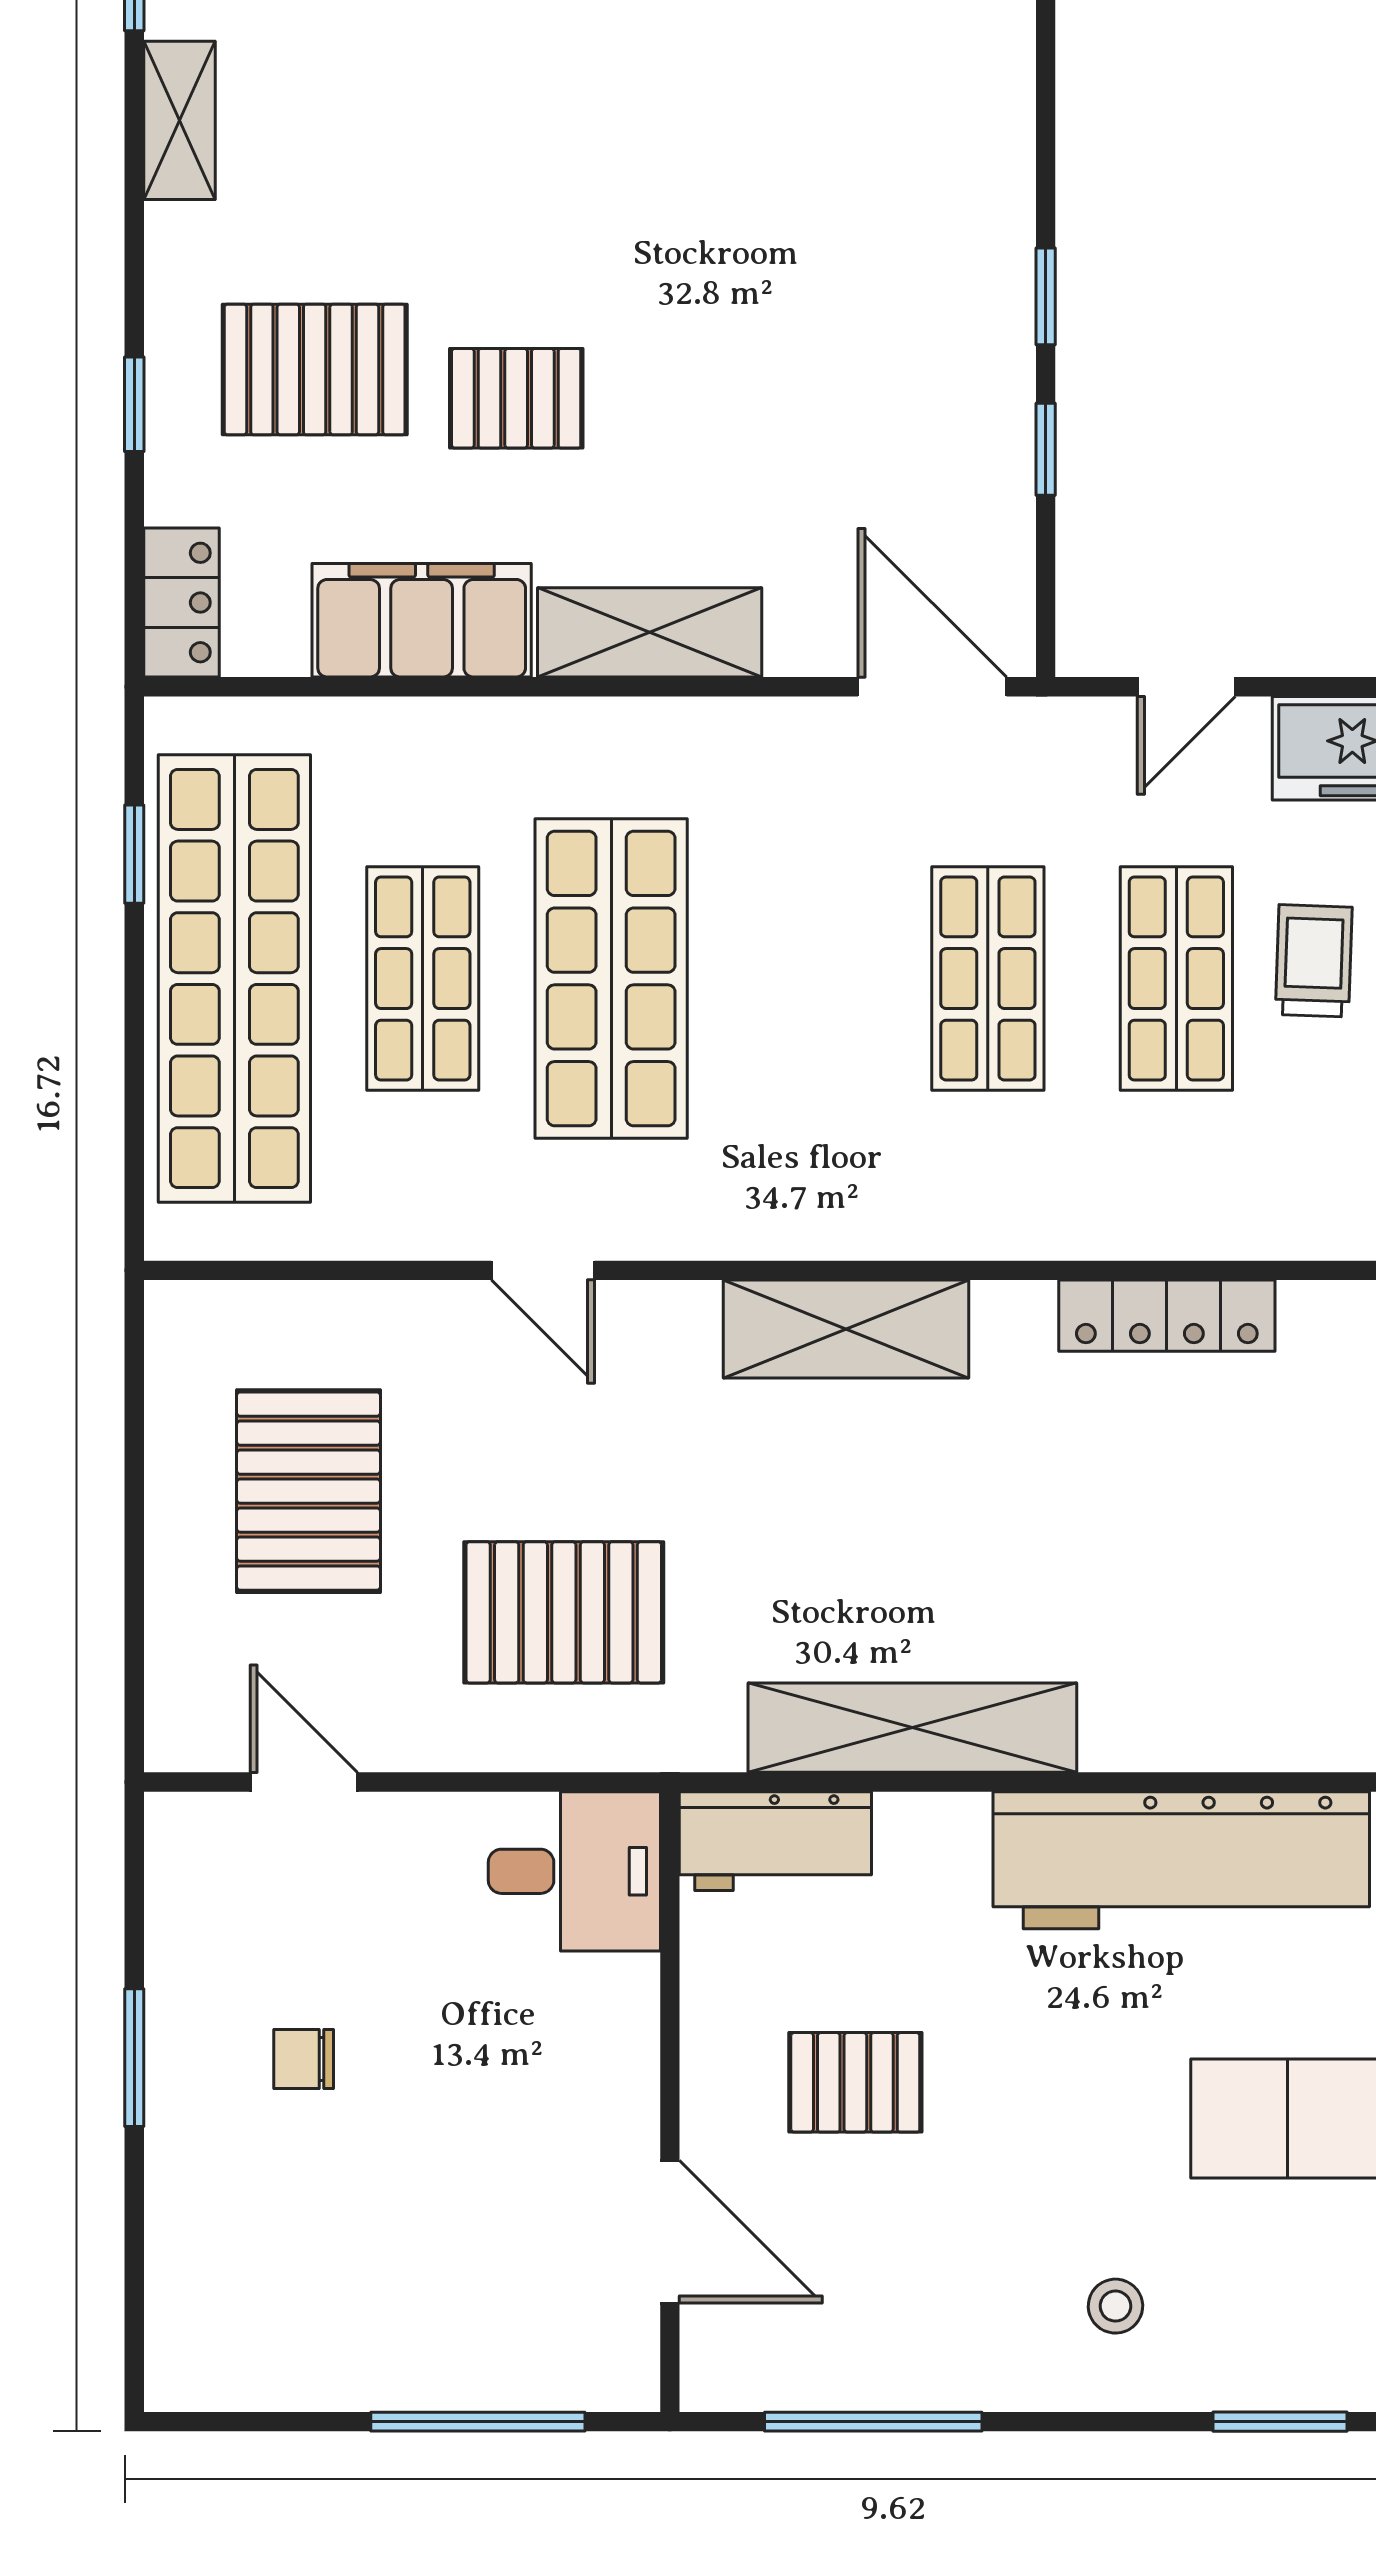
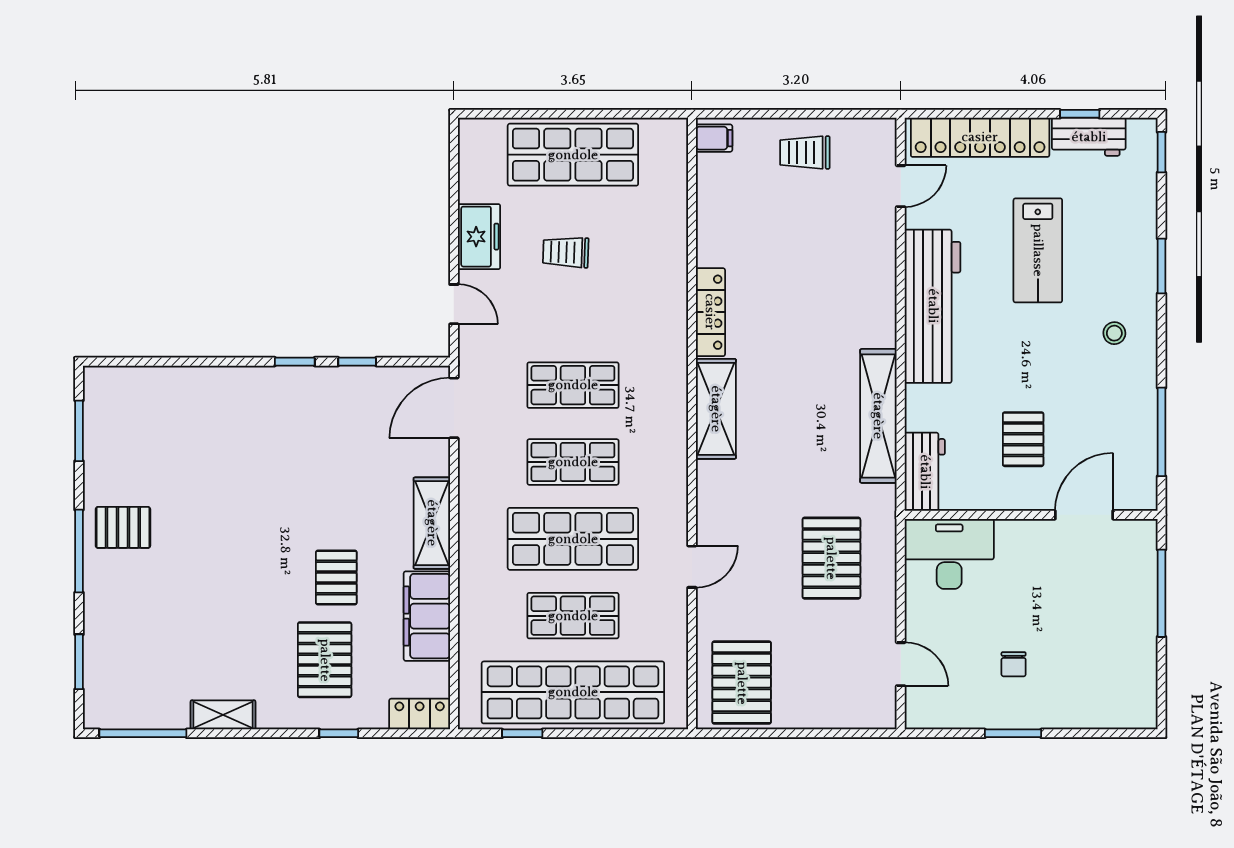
shop shelf: (1176, 979) -> (573, 462), moved
shelving: (846, 1329) -> (716, 409), moved
pallet: (309, 1491) -> (742, 683), moved, turned 90
door: (304, 1782) -> (901, 664), swing flipped
desk: (574, 1871) -> (949, 554), width x1.37

